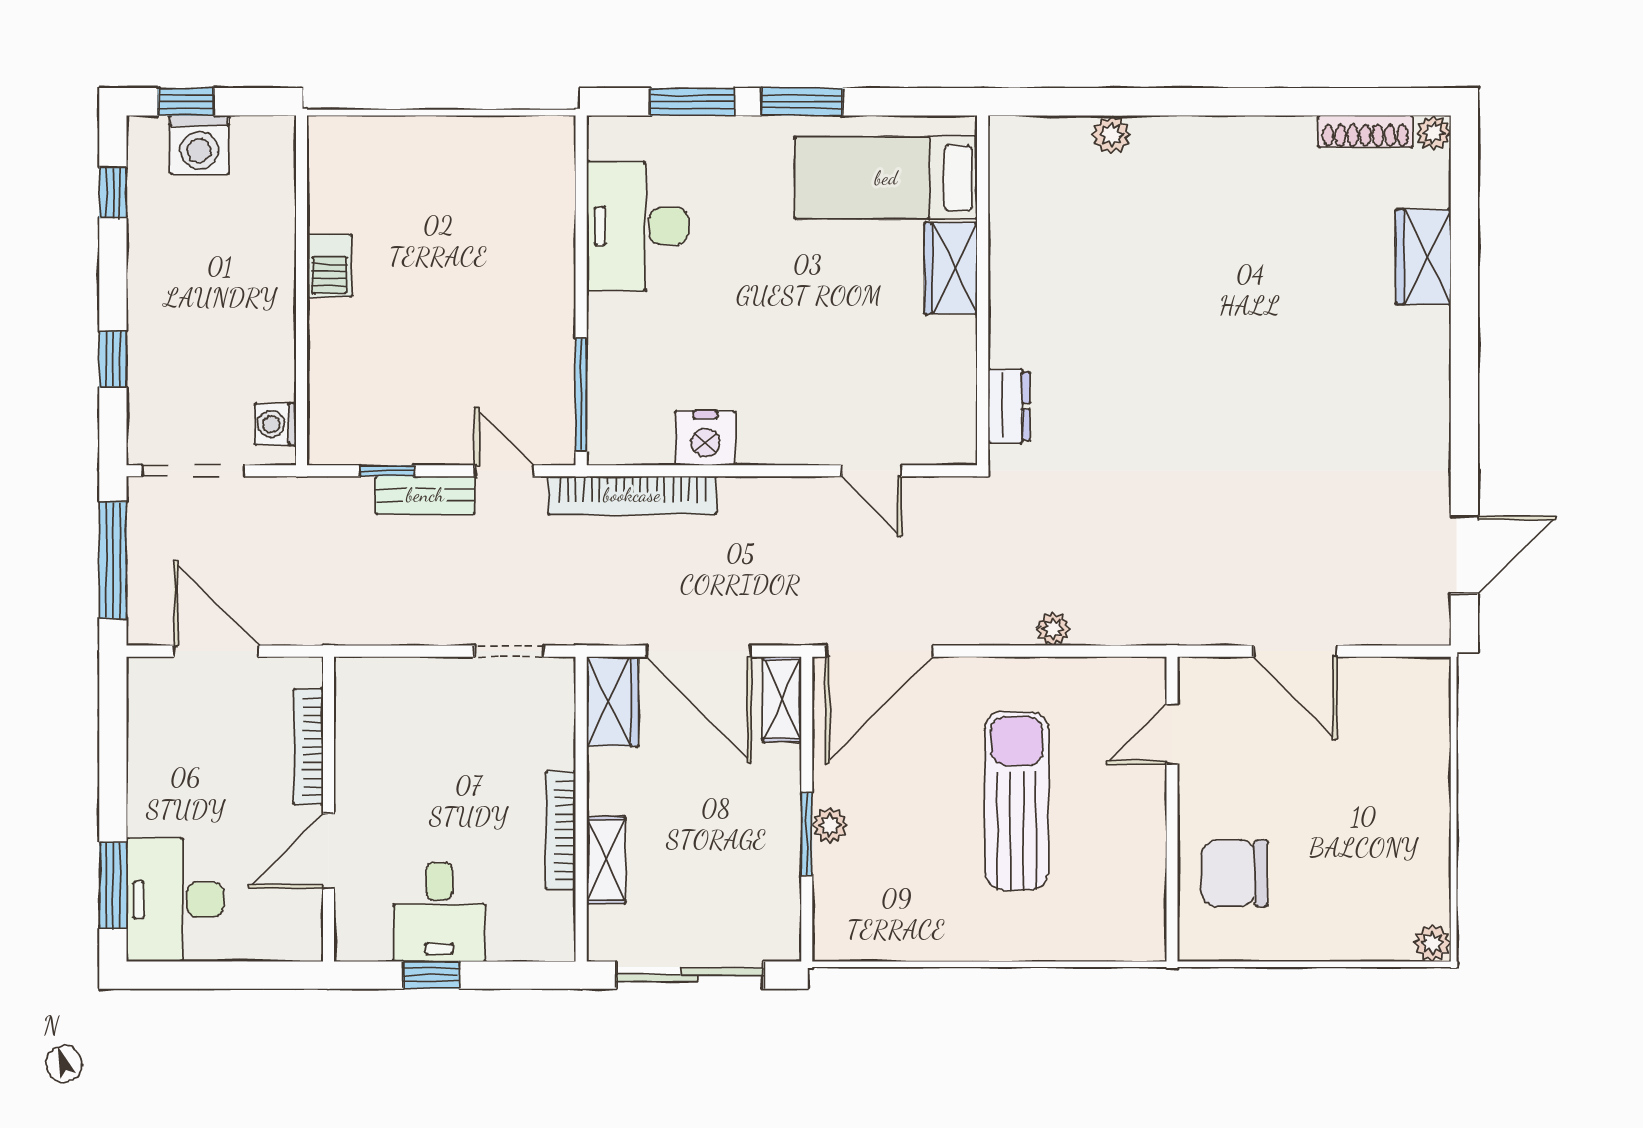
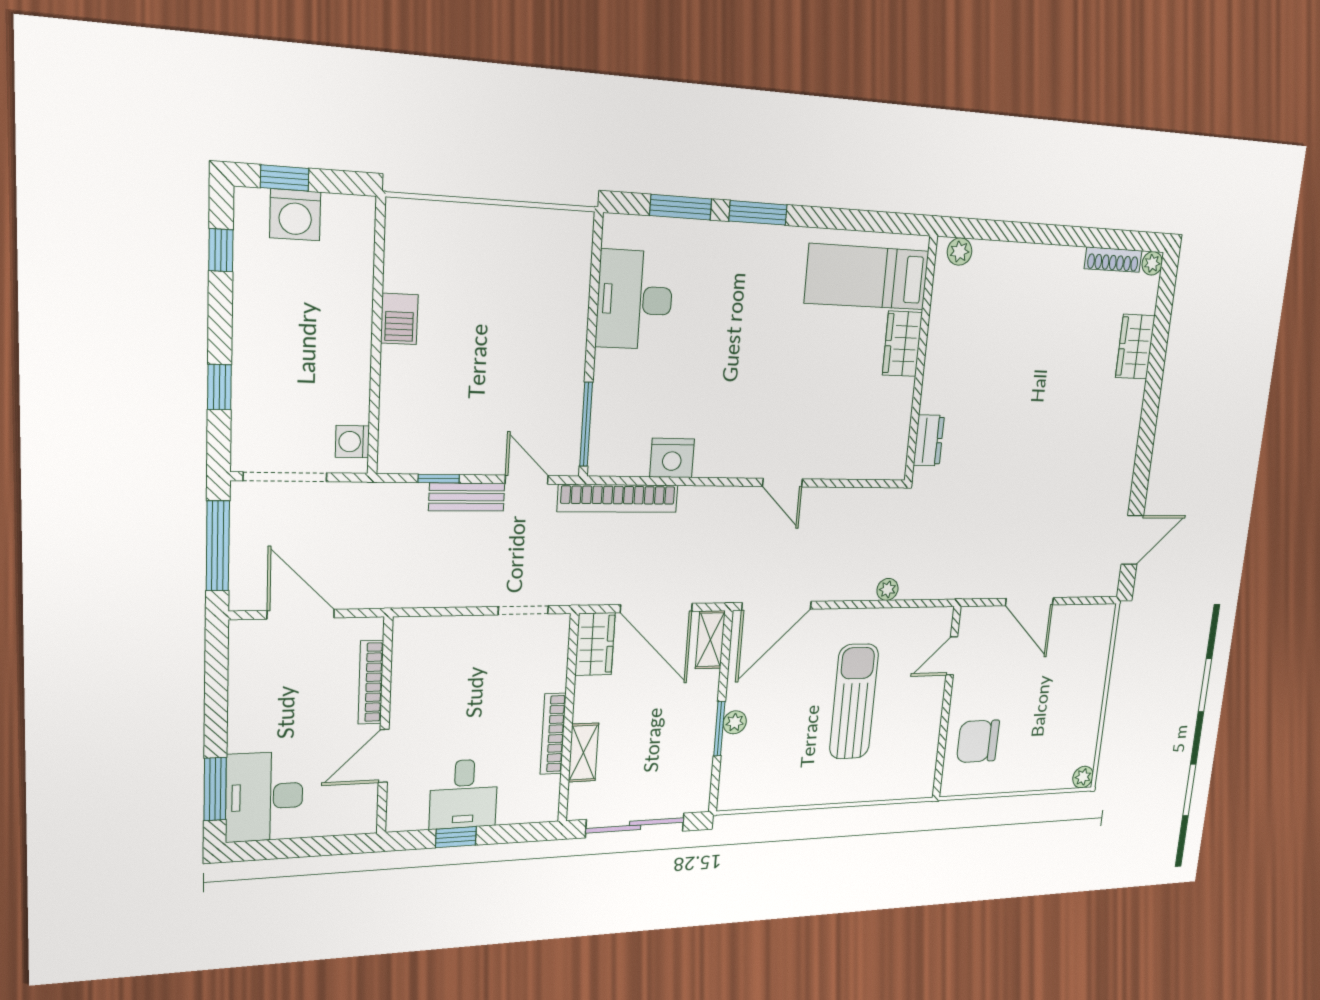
bed: (886, 178) -> (867, 277), moved
wardrobe: (951, 268) -> (902, 344), moved
wall: (983, 290) -> (921, 360), moved
dresser: (1009, 406) -> (929, 440), moved

